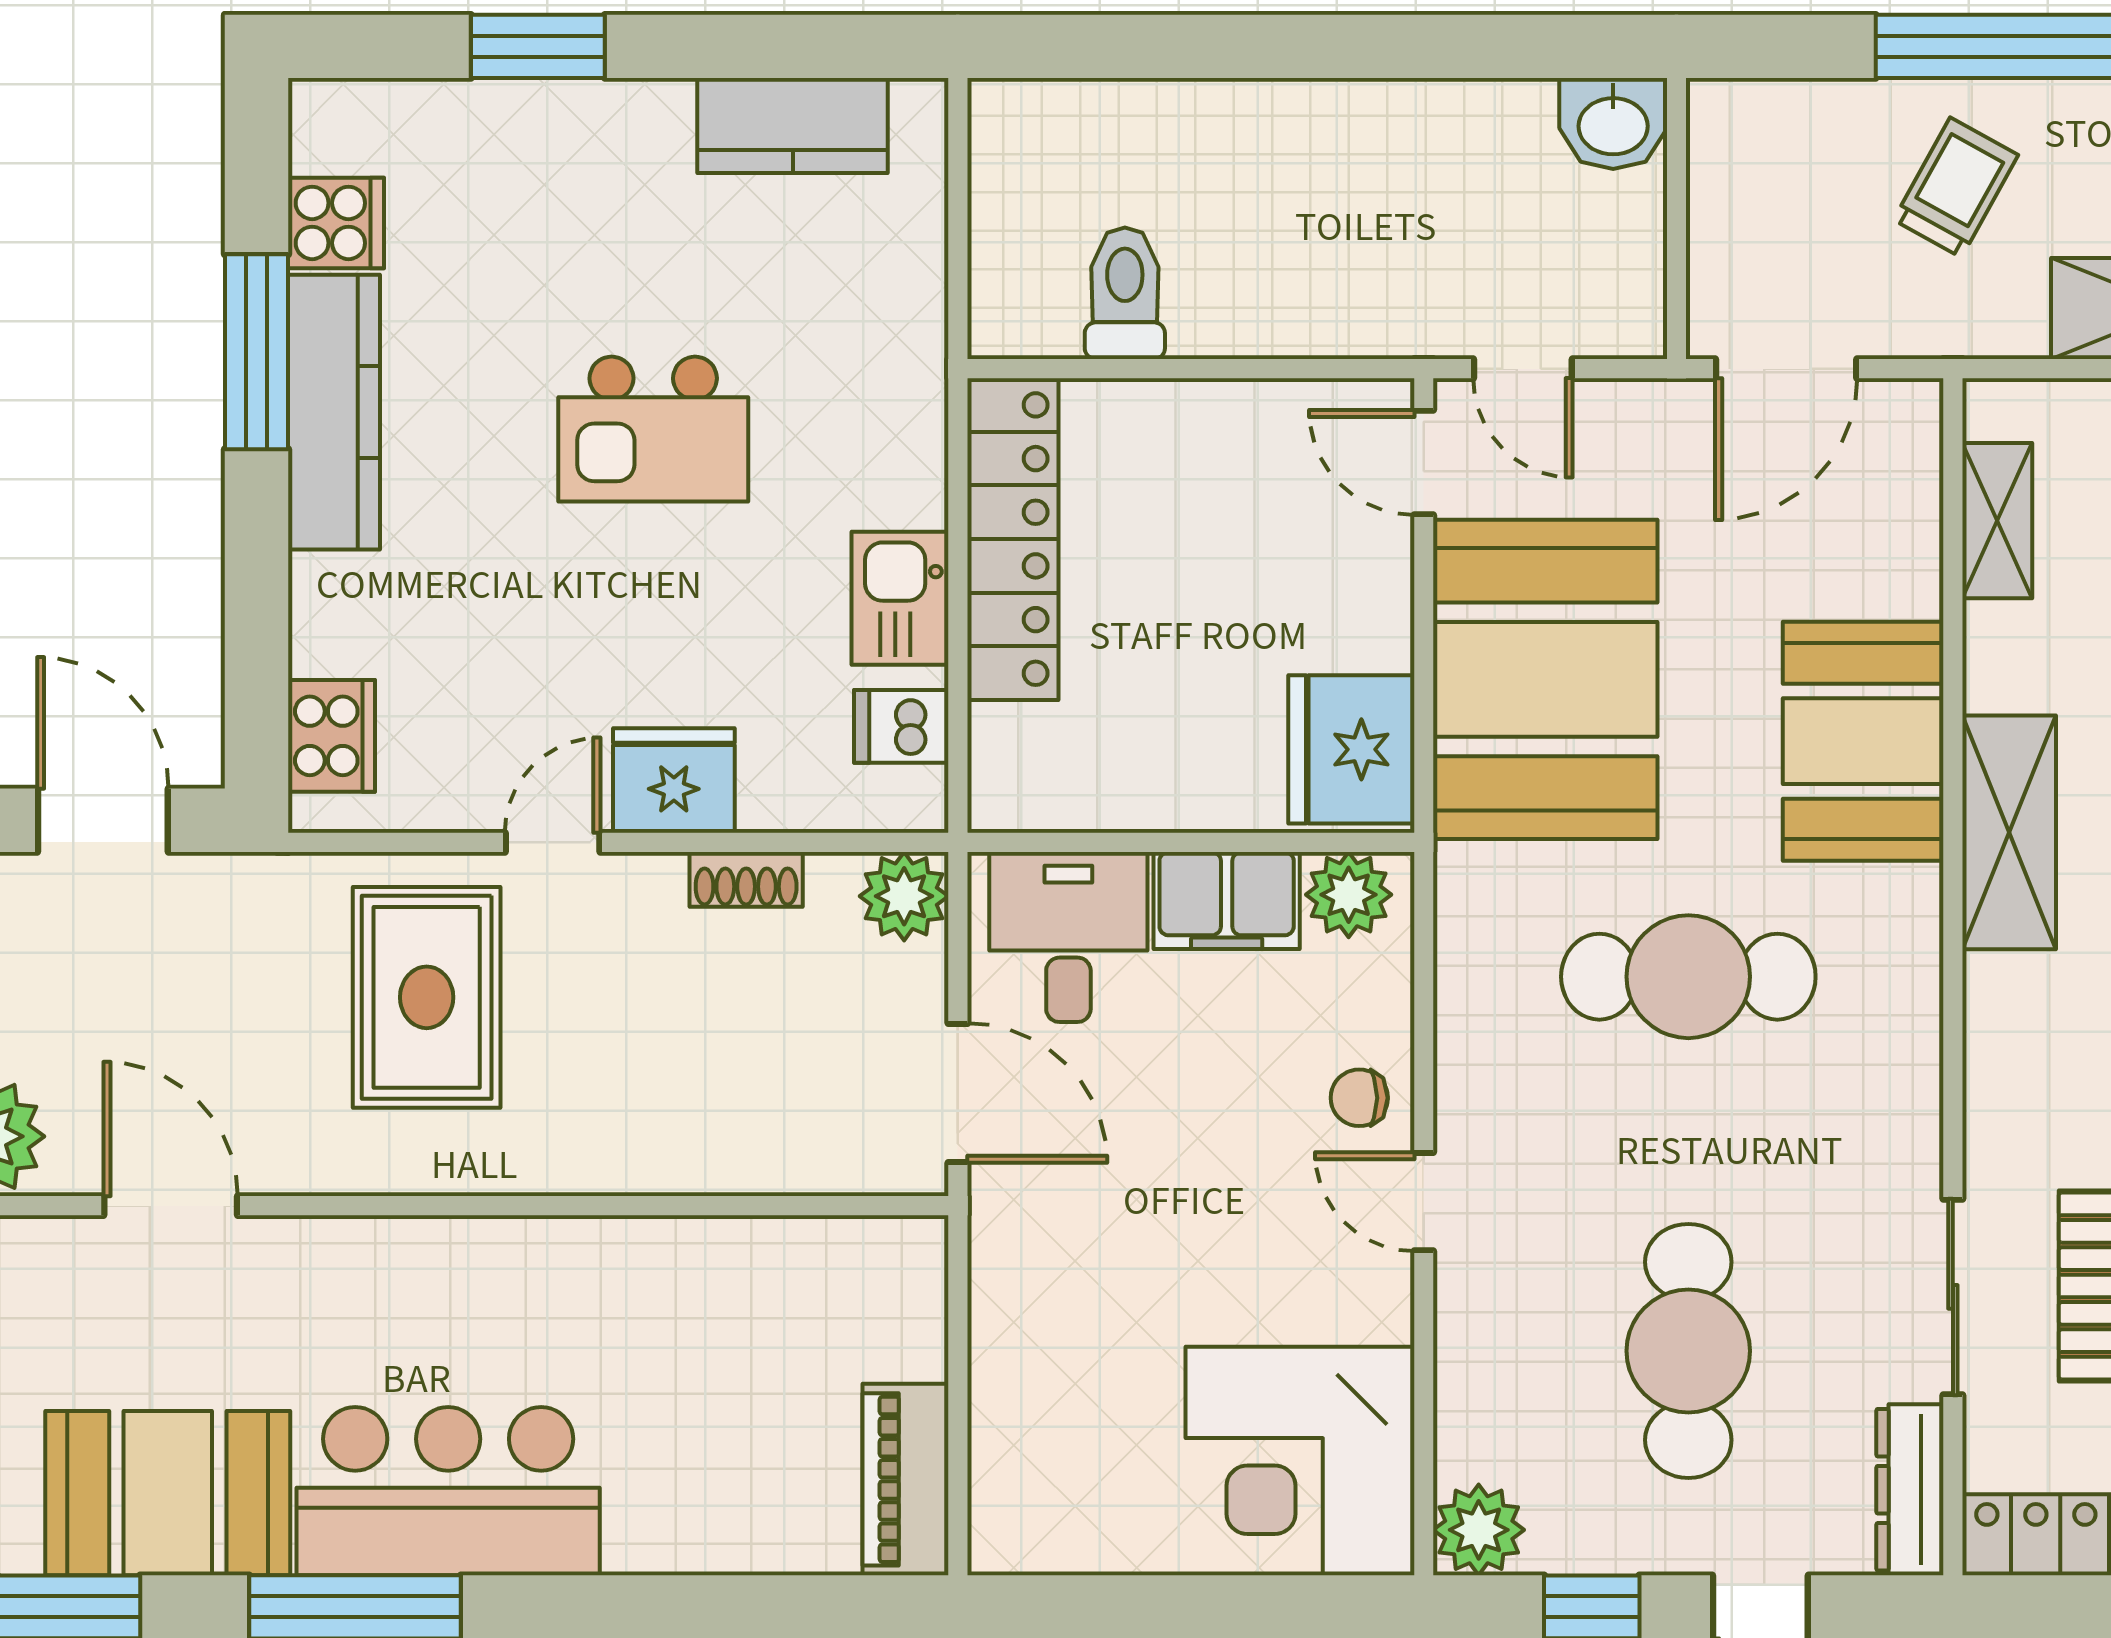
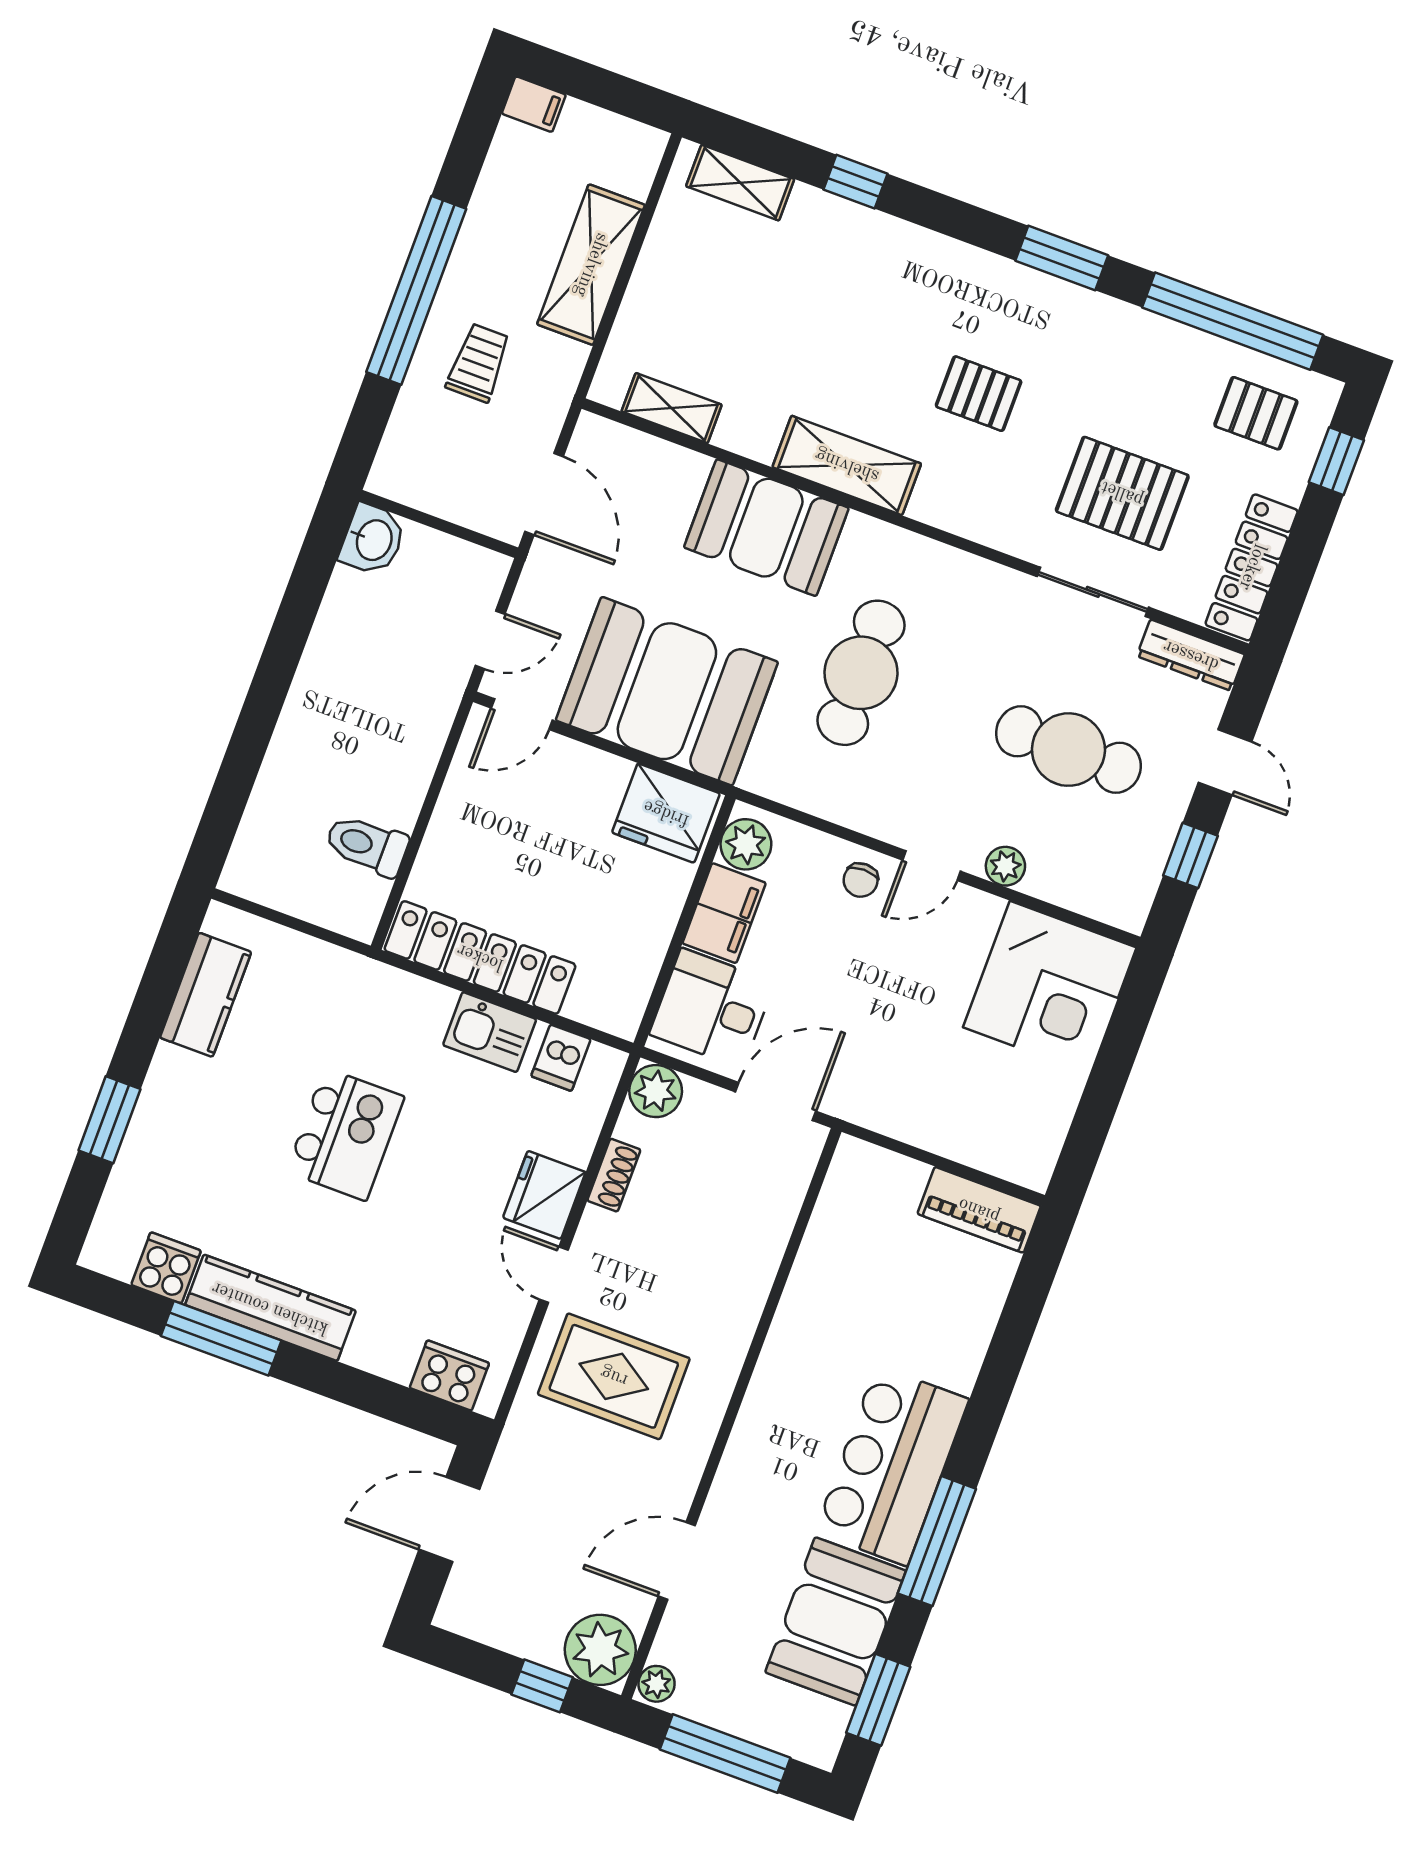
trolley: (1956, 187) -> (478, 363), turned 61
plant: (1479, 1530) -> (1005, 866), moved, width x0.73, depth x0.73

